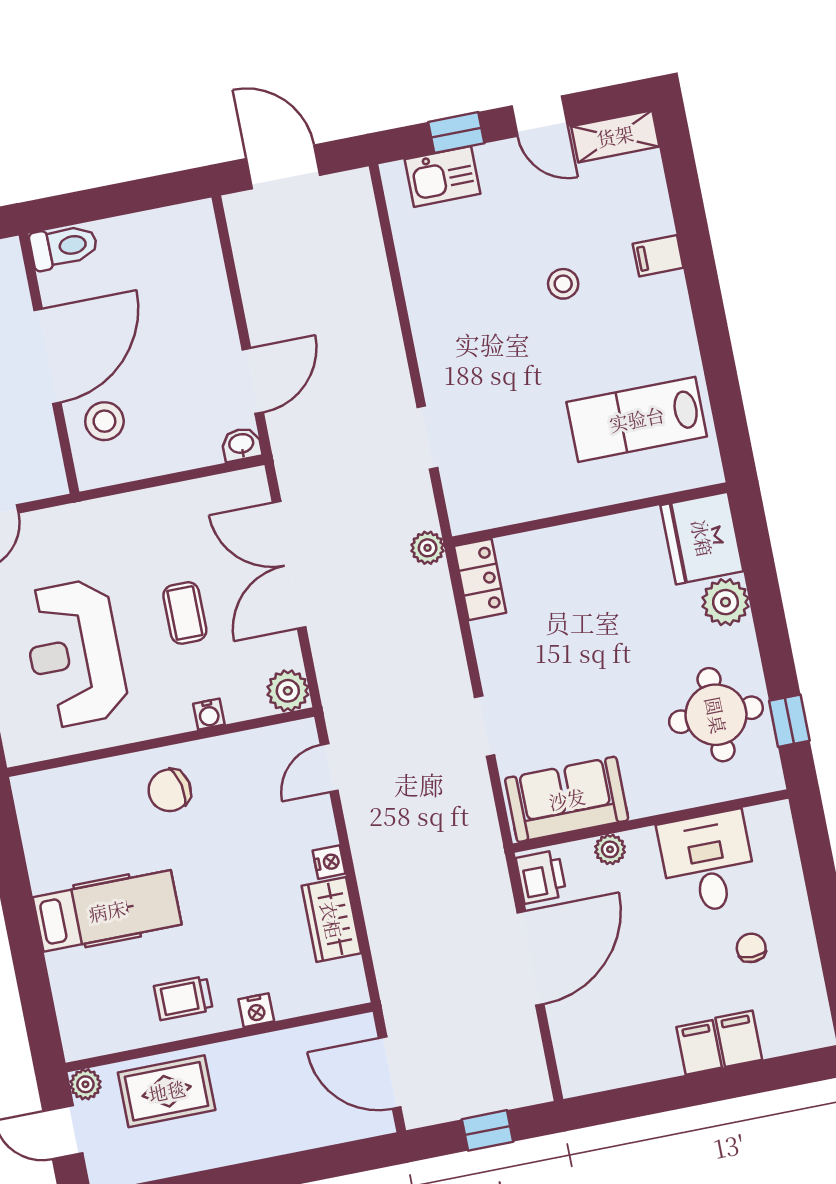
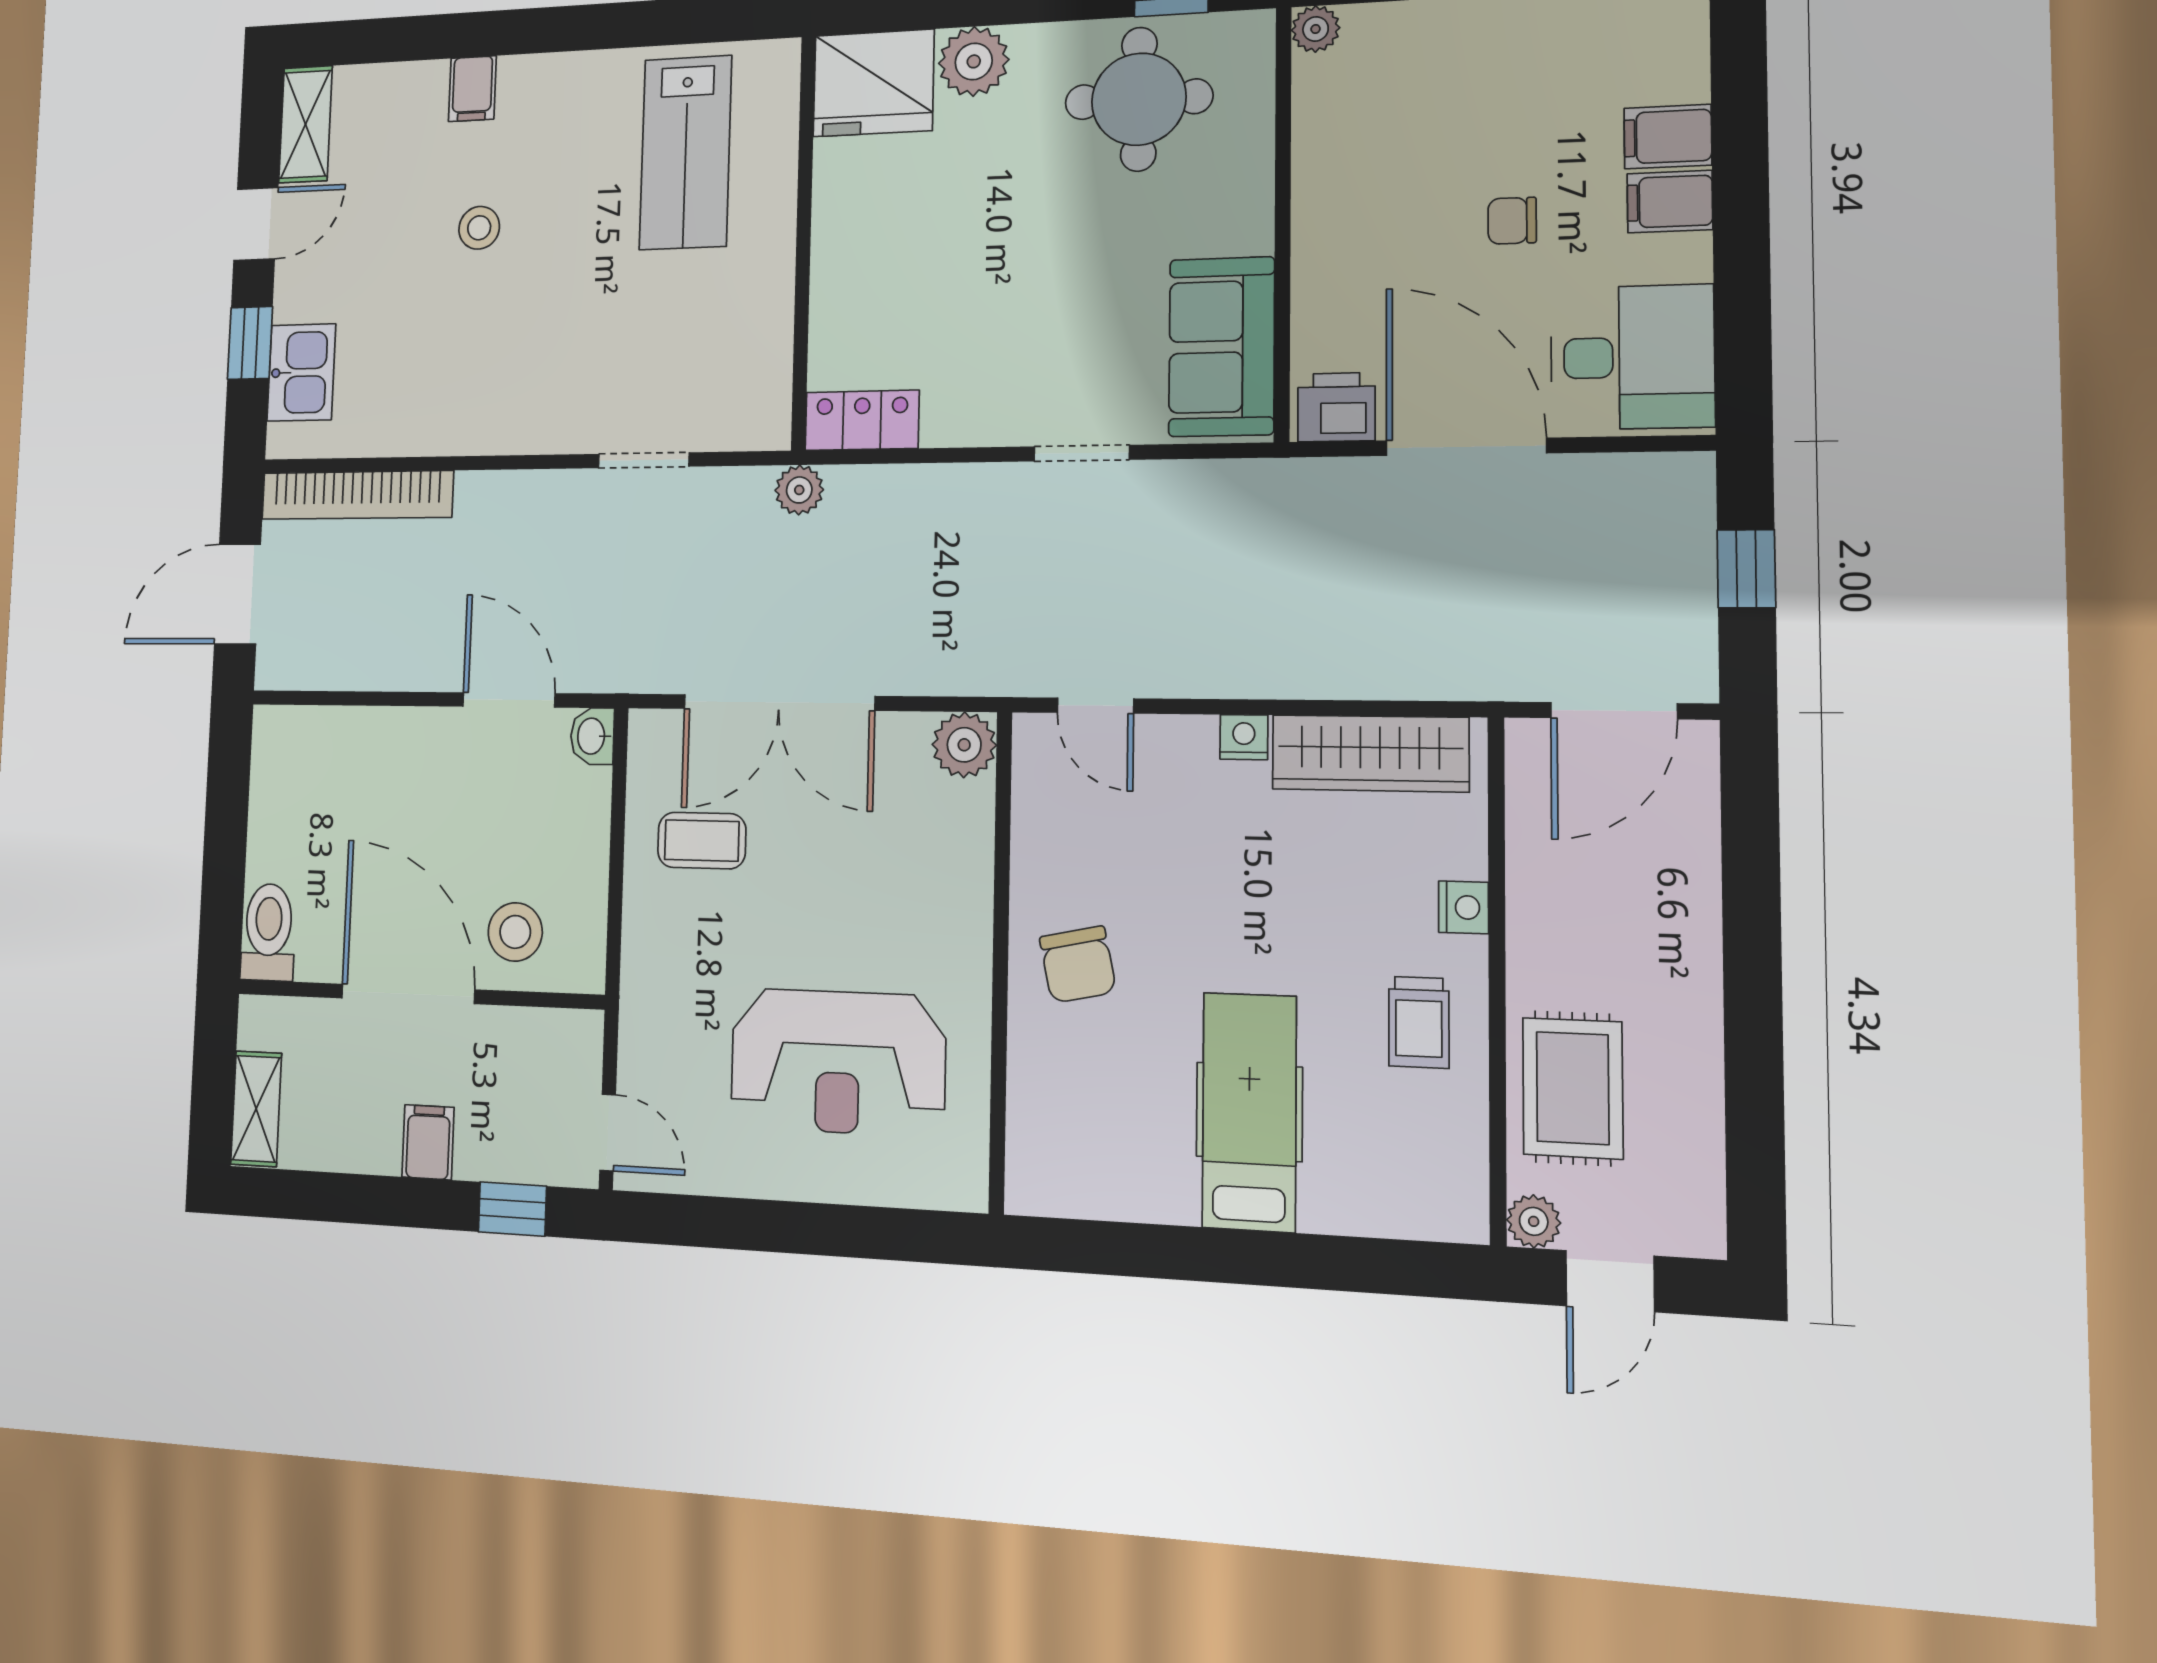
bookcase: (367, 239) -> (357, 495), added
coffee table: (185, 613) -> (702, 841), moved
water cooler: (209, 714) -> (974, 875), removed
plant: (610, 849) -> (1316, 29), moved
desk: (708, 863) -> (1632, 357), moved, turned 180
wardrobe: (331, 920) -> (1370, 753), width x1.50
chair: (751, 948) -> (1512, 221), moved

